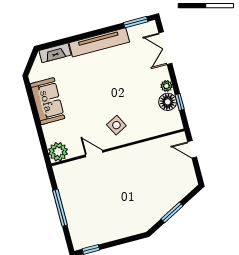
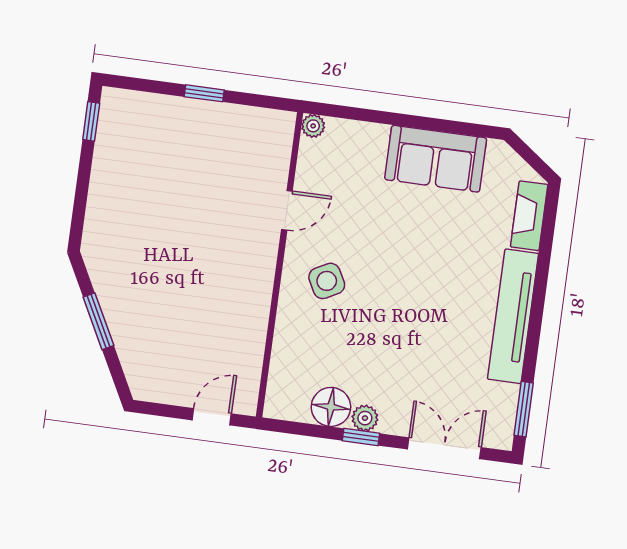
window: (180, 102) -> (361, 437), moved
plant: (58, 152) -> (313, 126), width x0.53, depth x0.53
window: (60, 208) -> (204, 93), width x0.46

